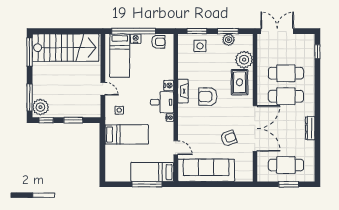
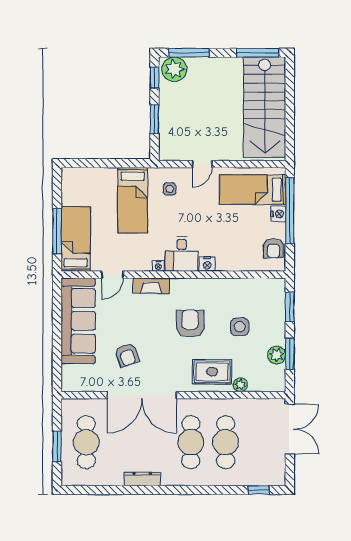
side table: (200, 46) -> (240, 327), moved
plant: (244, 60) -> (240, 385), width x0.53, depth x0.53
fireplace: (183, 91) -> (151, 286), moved

